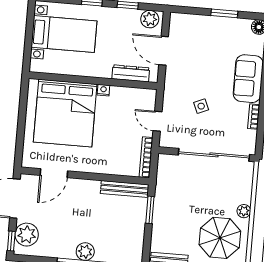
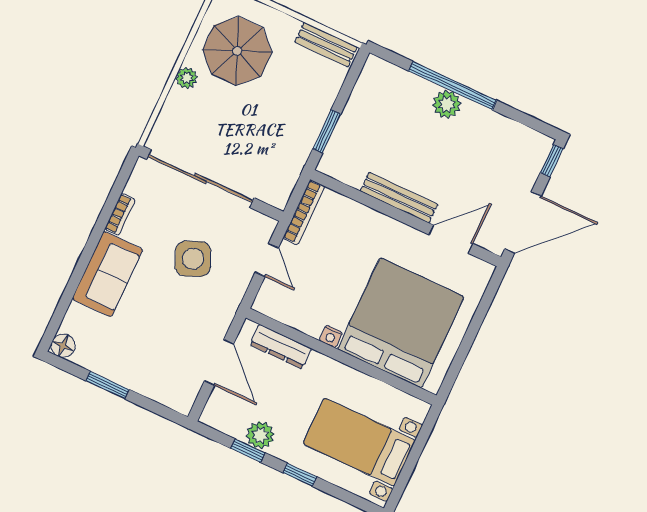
plant: (150, 19) -> (260, 435), moved
side table: (201, 106) -> (193, 259), width x1.87, depth x1.87
bench: (125, 189) -> (399, 198), moved
plant: (27, 235) -> (525, 162), removed

